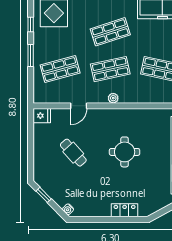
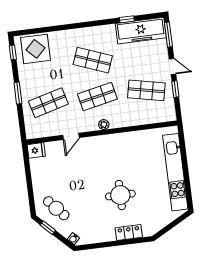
window: (31, 25) -> (13, 52), moved
shop shelf: (110, 32) -> (93, 60), turned 39
round table: (125, 152) -> (120, 195), moved
cafe table: (73, 153) -> (56, 208), moved

